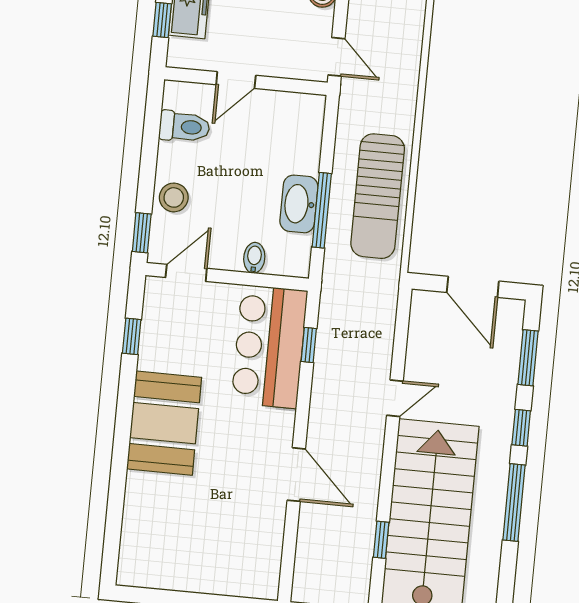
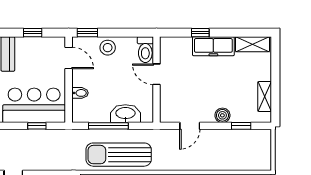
door: (236, 80) -> (156, 74), moved
wall: (246, 81) -> (156, 80), moved
washbasin: (299, 204) -> (125, 114), moved

